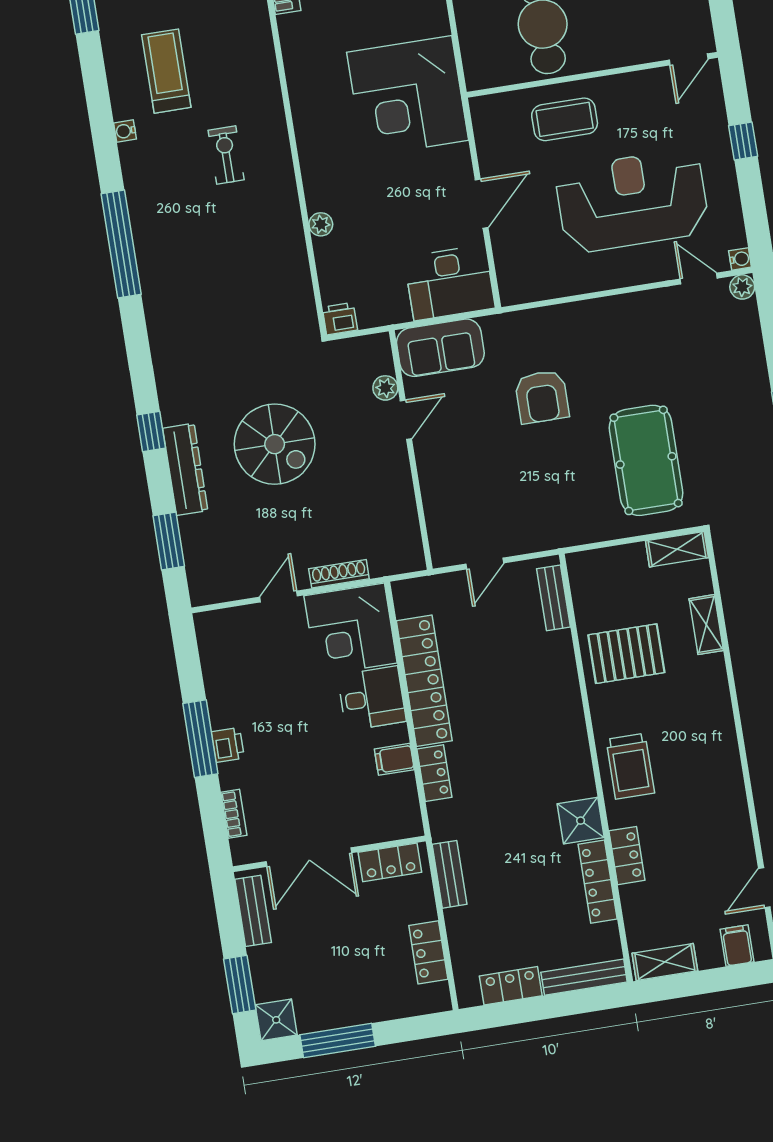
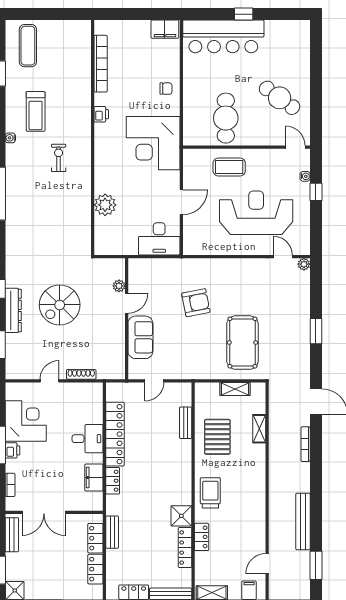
door: (689, 59) -> (295, 147), swing flipped
treadmill: (166, 71) -> (36, 111), turned 180
plant: (321, 224) -> (105, 205), width x1.88, depth x1.88
water cooler: (740, 259) -> (305, 176), moved
printer: (340, 319) -> (101, 114), moved, turned 90
sofa: (440, 348) -> (140, 337), moved, turned -90
armchair: (542, 397) -> (196, 303), turned -101
spiral stairs: (275, 444) -> (60, 305), turned 90
shelving: (677, 549) -> (235, 389), moved
bench: (553, 598) -> (186, 423), moved
corner desk: (351, 629) -> (26, 421), moved, turned 180
pallet: (626, 654) -> (217, 437), turned 90
filing cabinet: (394, 759) -> (94, 477), width x2.00
trolley: (630, 766) -> (210, 493), turned 180
locker: (390, 862) -> (95, 538), moved, turned 90

